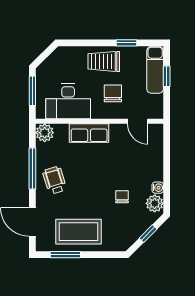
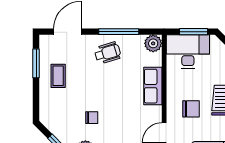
desk: (68, 101) -> (188, 52), moved, turned 90
coffee table: (78, 232) -> (58, 76), width x0.54, depth x0.58

